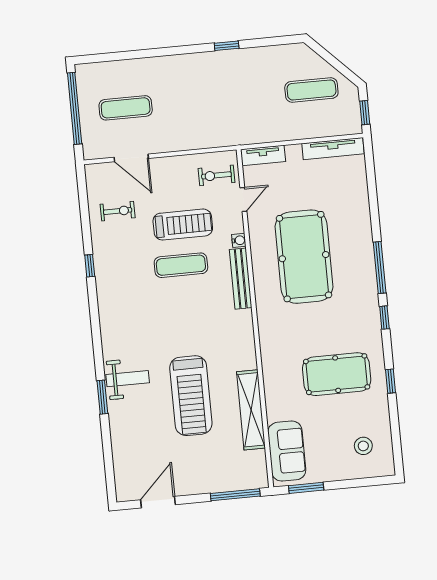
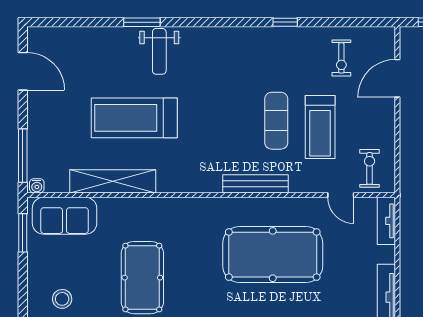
water cooler: (239, 240) -> (37, 186), moved

